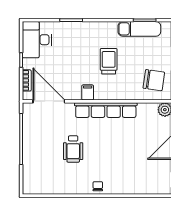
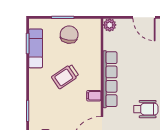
trolley: (109, 61) -> (65, 77), turned -34
chair: (154, 80) -> (69, 35), moved

